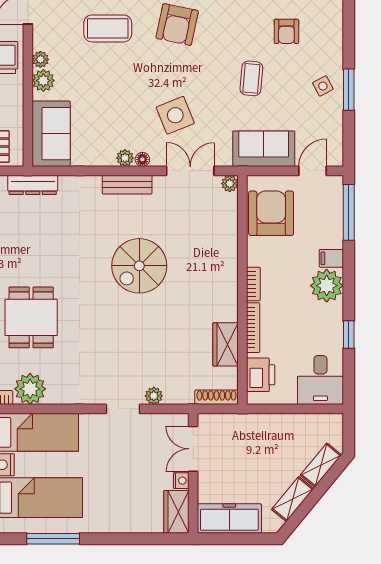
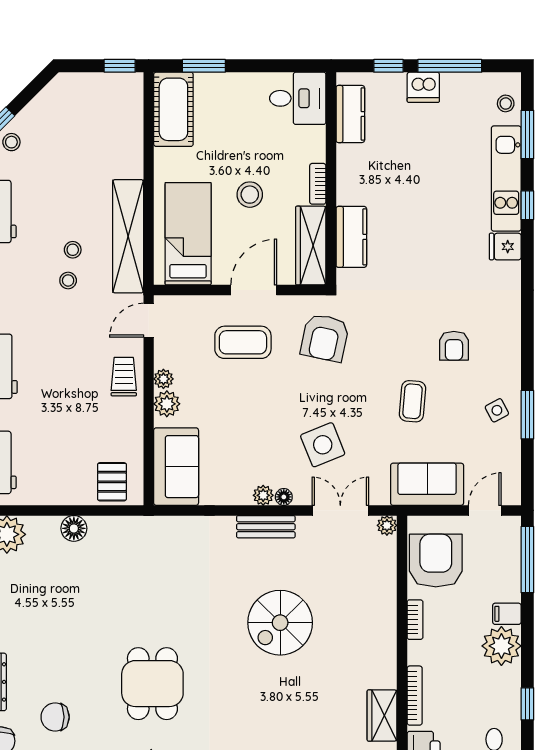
dresser: (33, 185) -> (154, 527), removed
bookcase: (253, 284) -> (415, 620), moved

